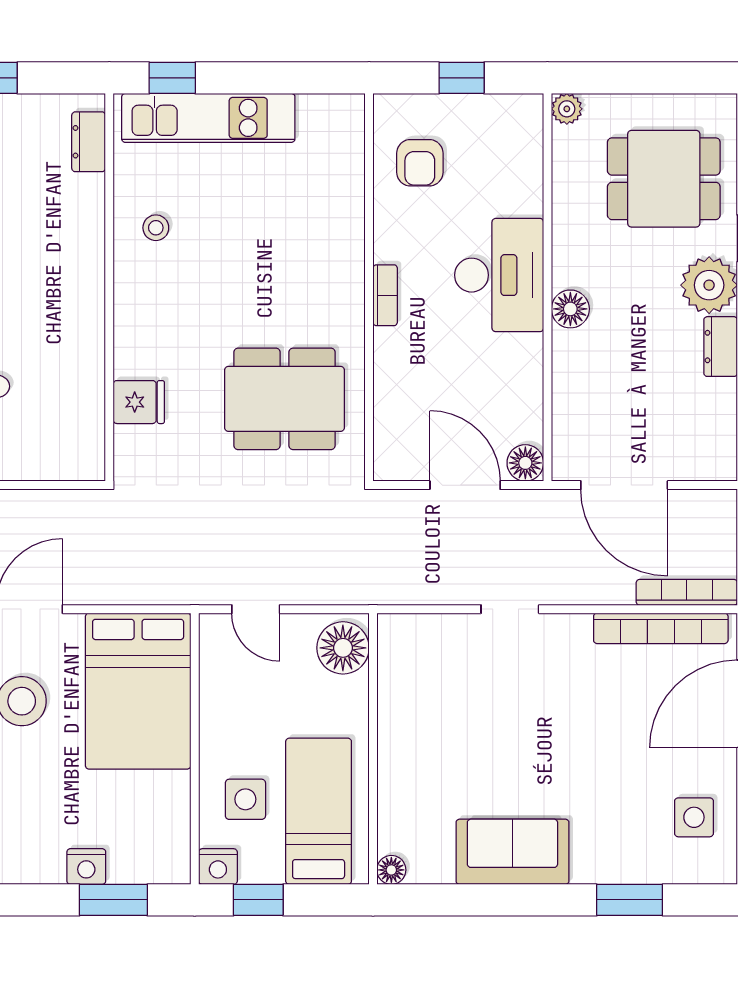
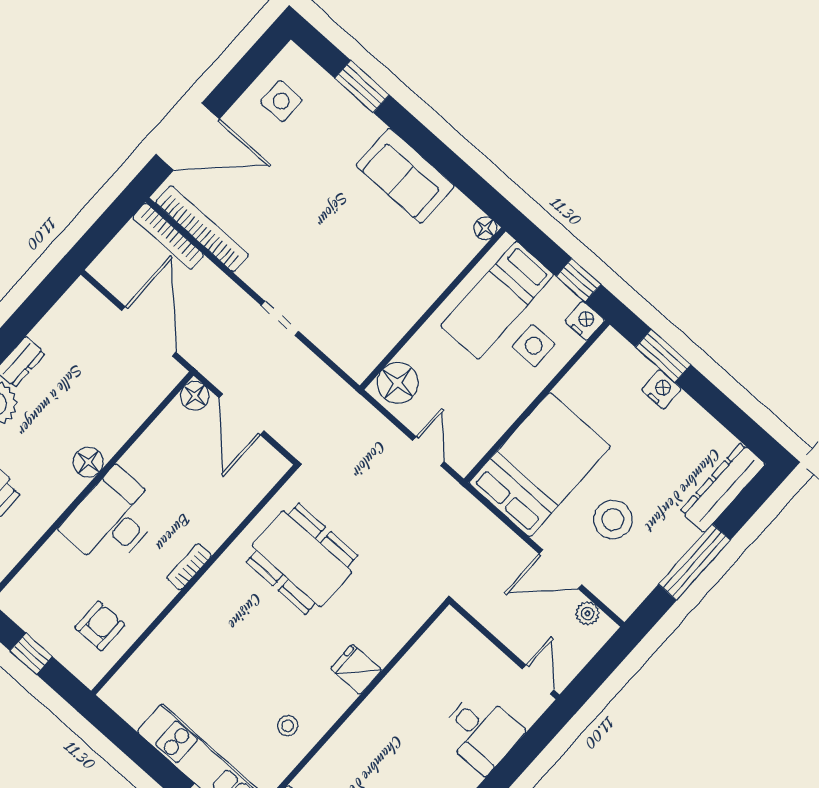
fridge: (139, 402) -> (356, 669), moved

